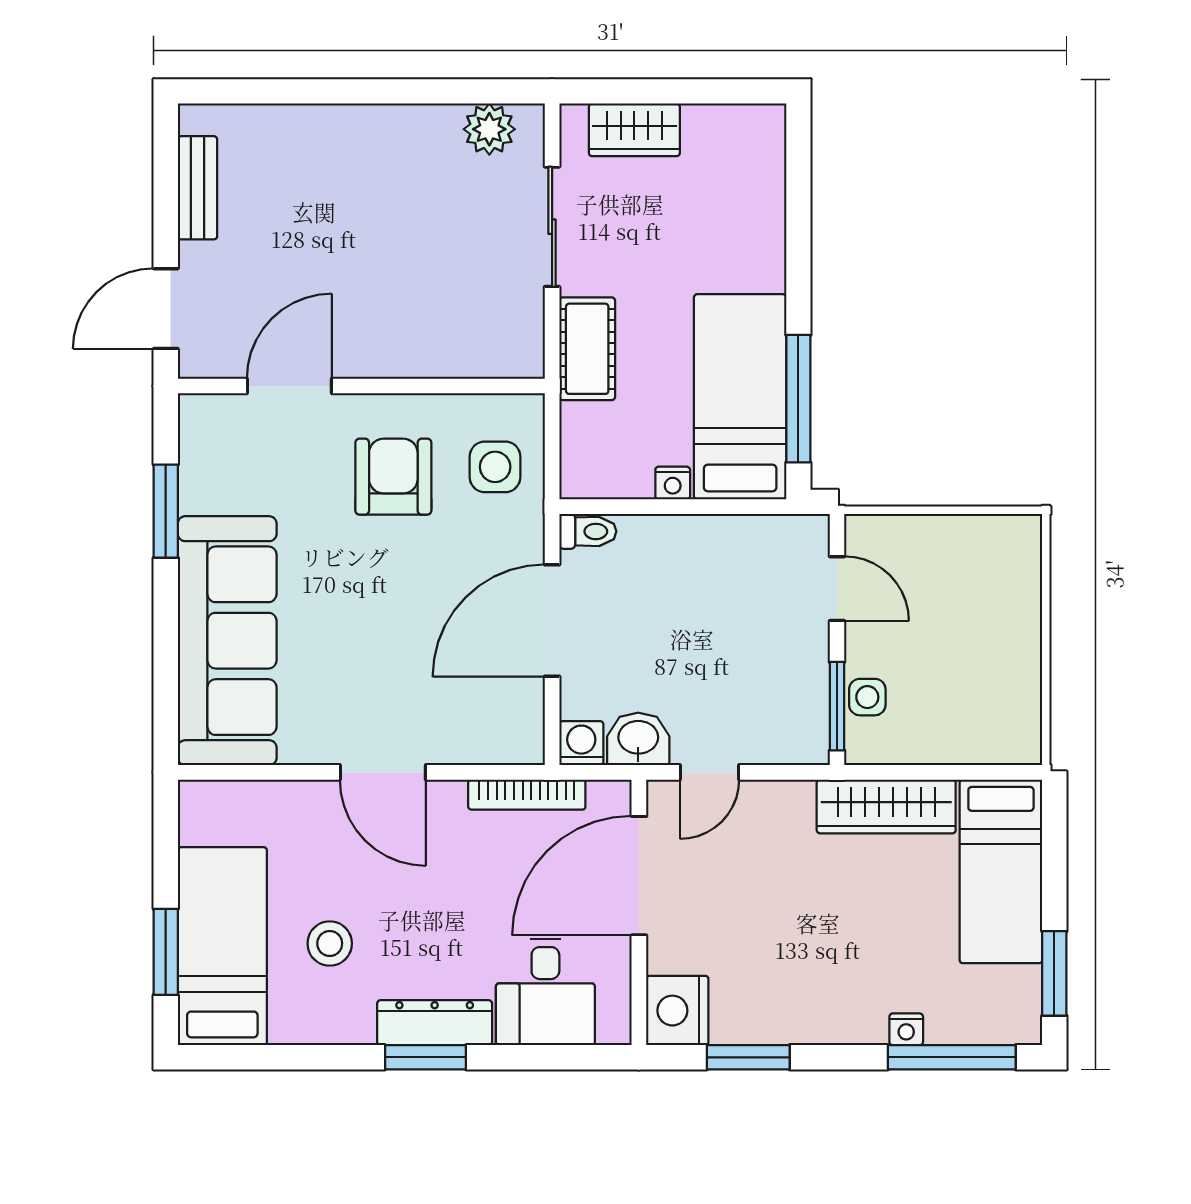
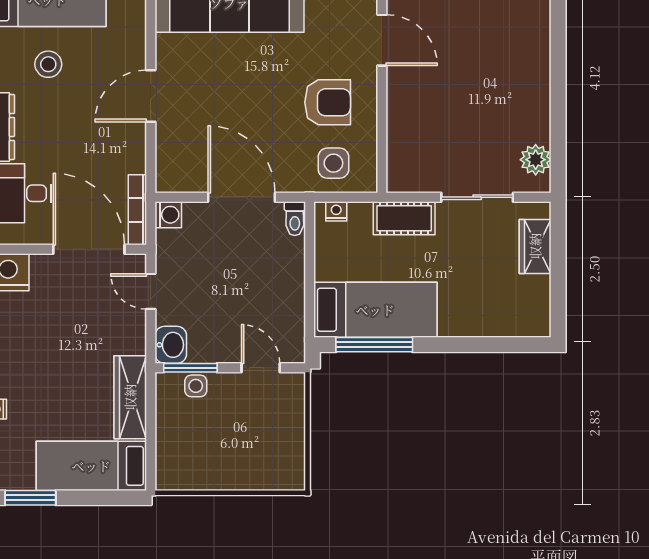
nightstand: (673, 483) -> (336, 211), moved, turned 90
door: (837, 589) -> (261, 368), swing flipped
washbasin: (638, 739) -> (171, 345), moved
bookcase: (527, 795) -> (137, 210), moved

